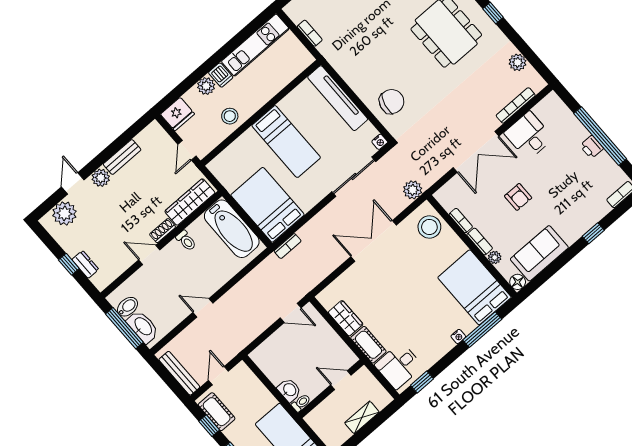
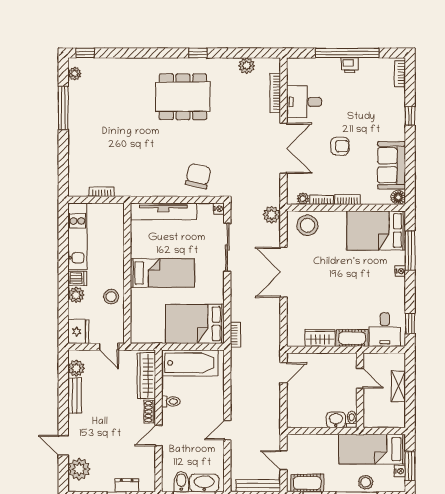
plant: (101, 178) -> (76, 368), moved
plant: (495, 257) -> (303, 199), moved
door: (341, 380) -> (360, 378), swing flipped

